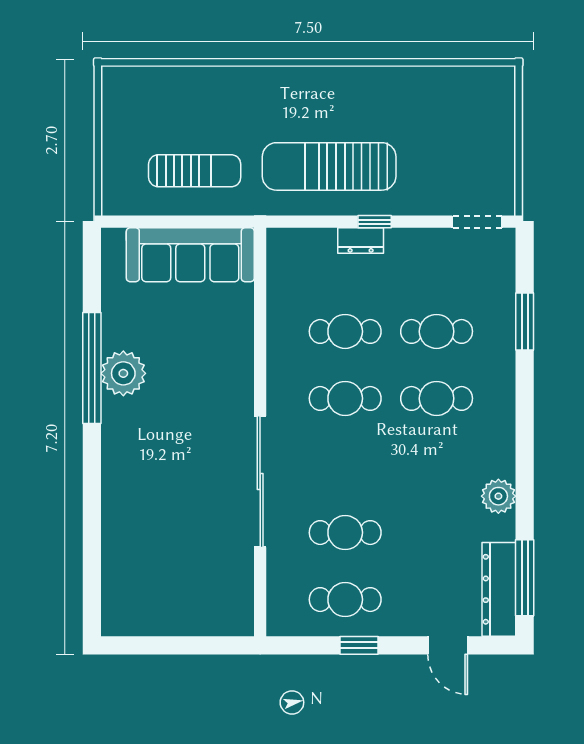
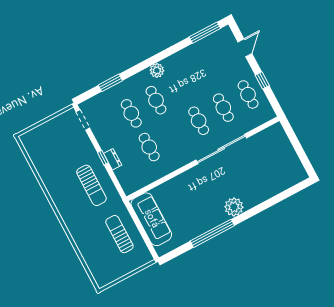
sun lounger: (329, 166) -> (91, 185), width x0.73, depth x0.75
plant: (123, 373) -> (234, 207), moved
cafe table: (345, 398) -> (199, 121), moved
plant: (498, 496) -> (157, 70), moved
dresser: (499, 589) -> (214, 40), removed

